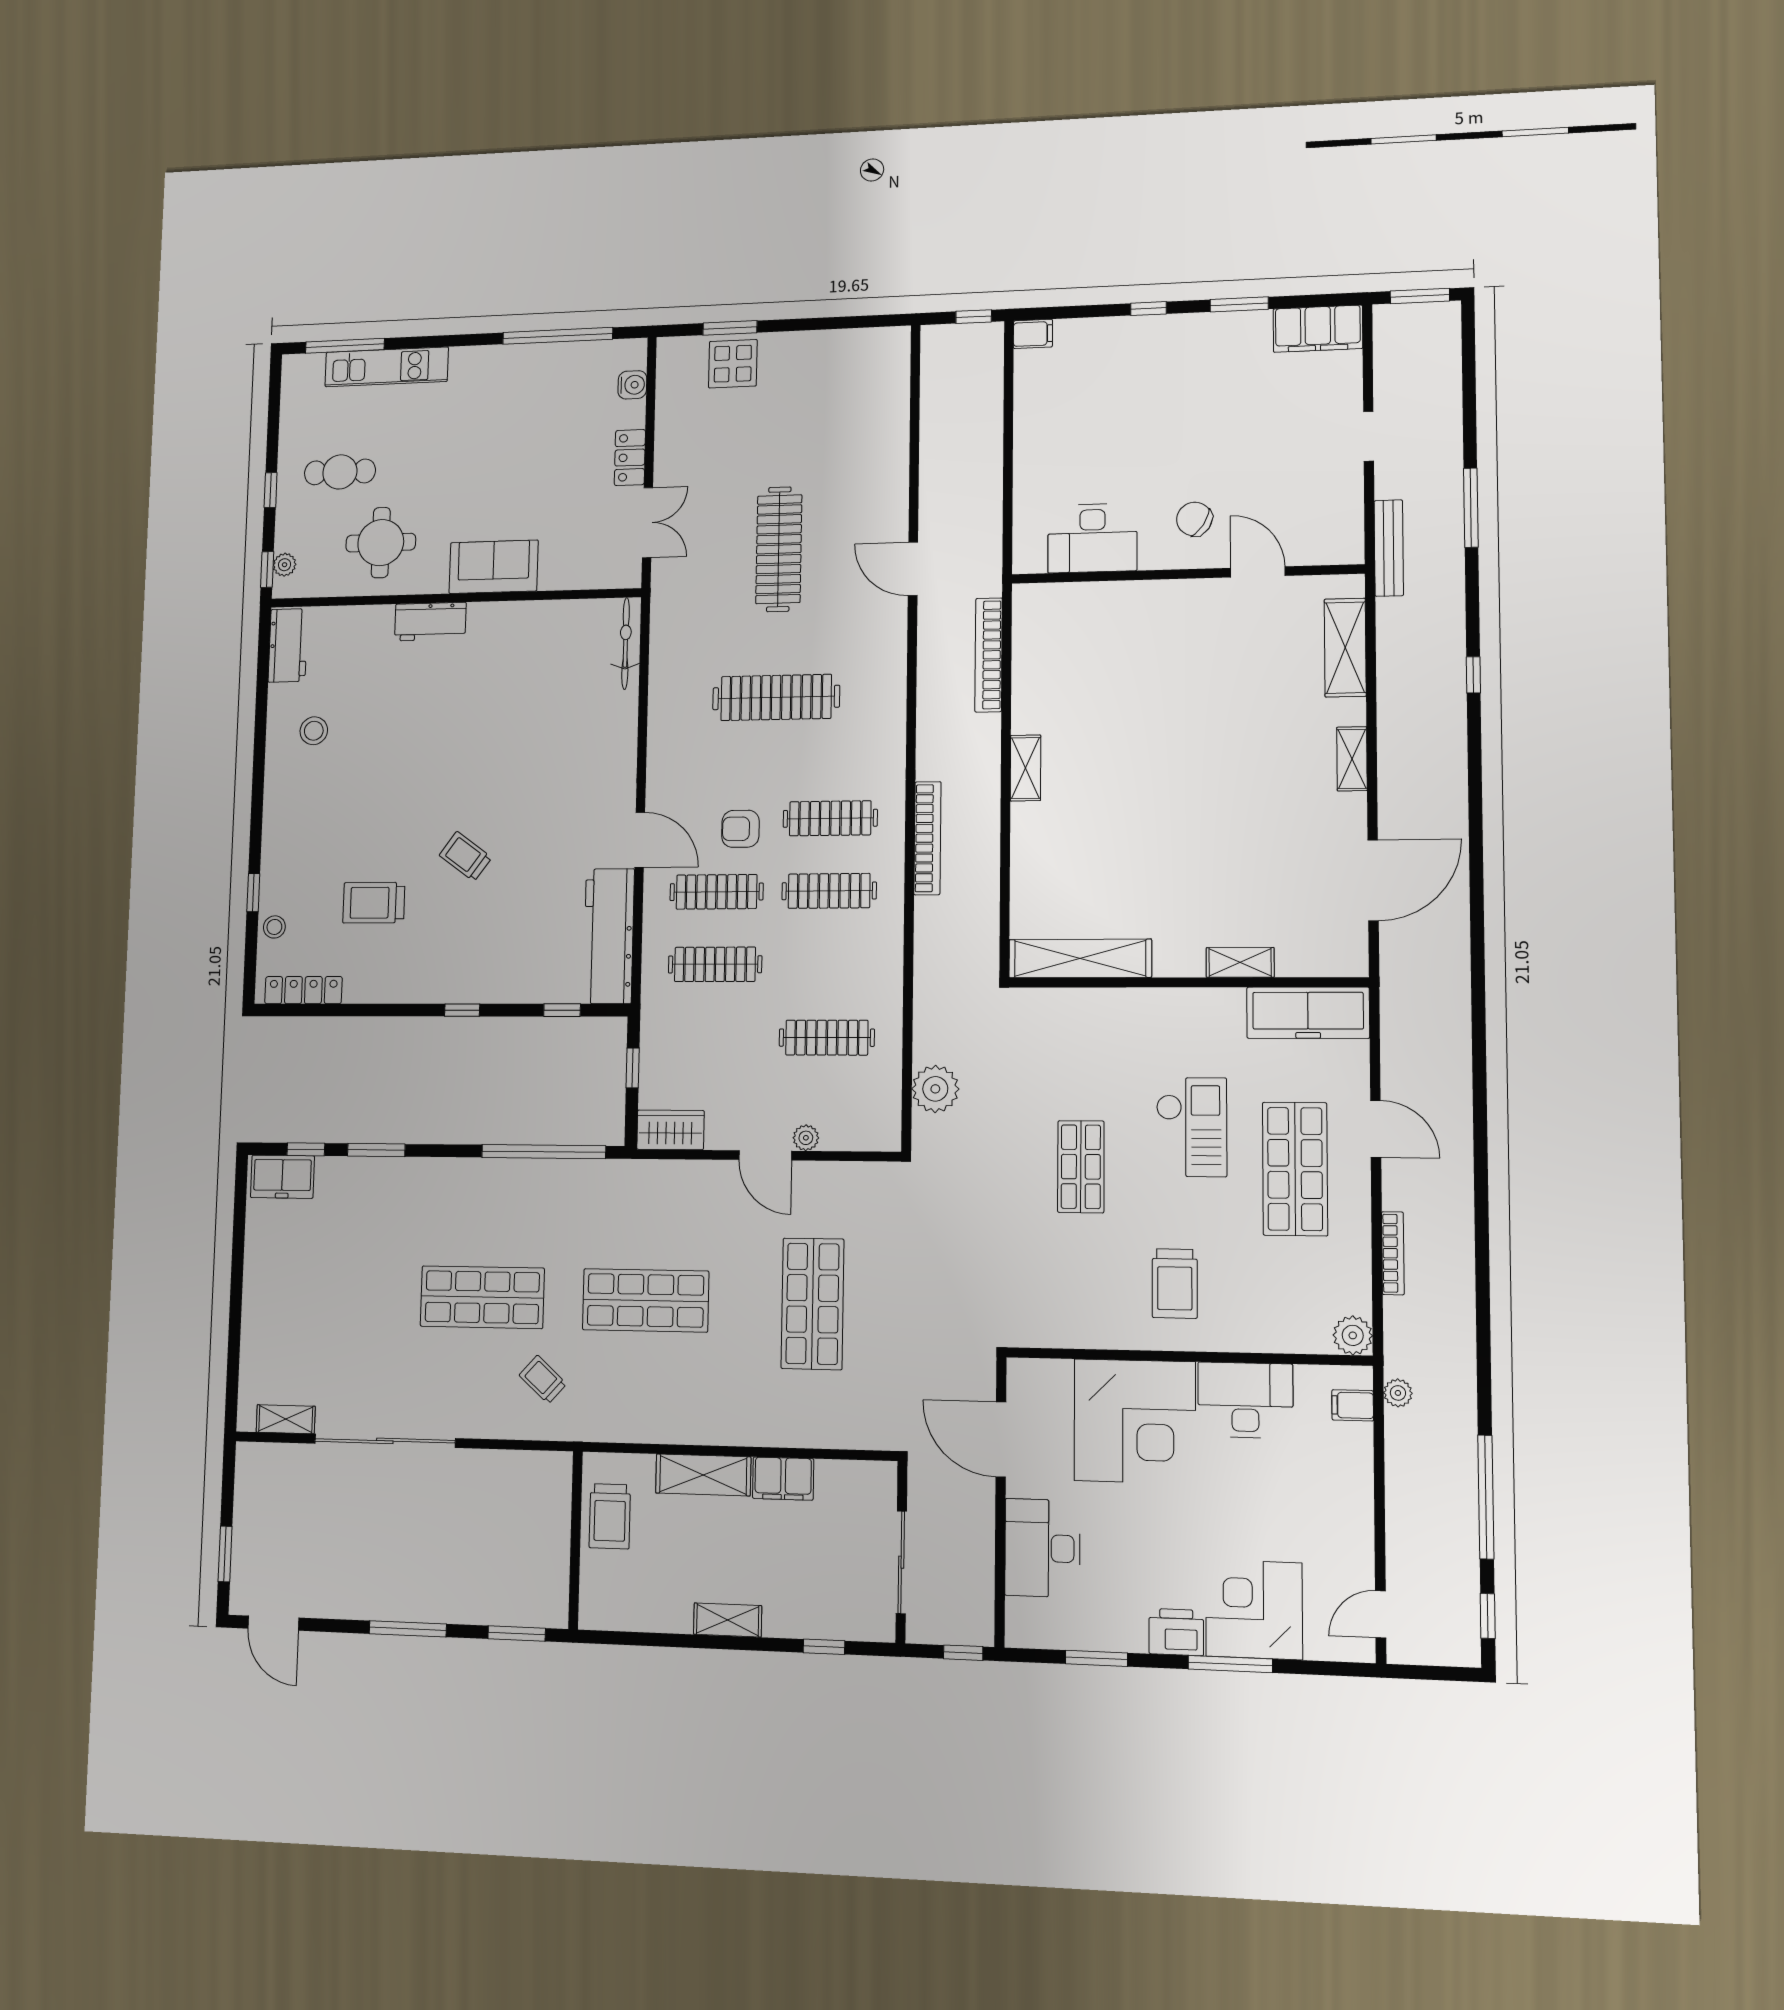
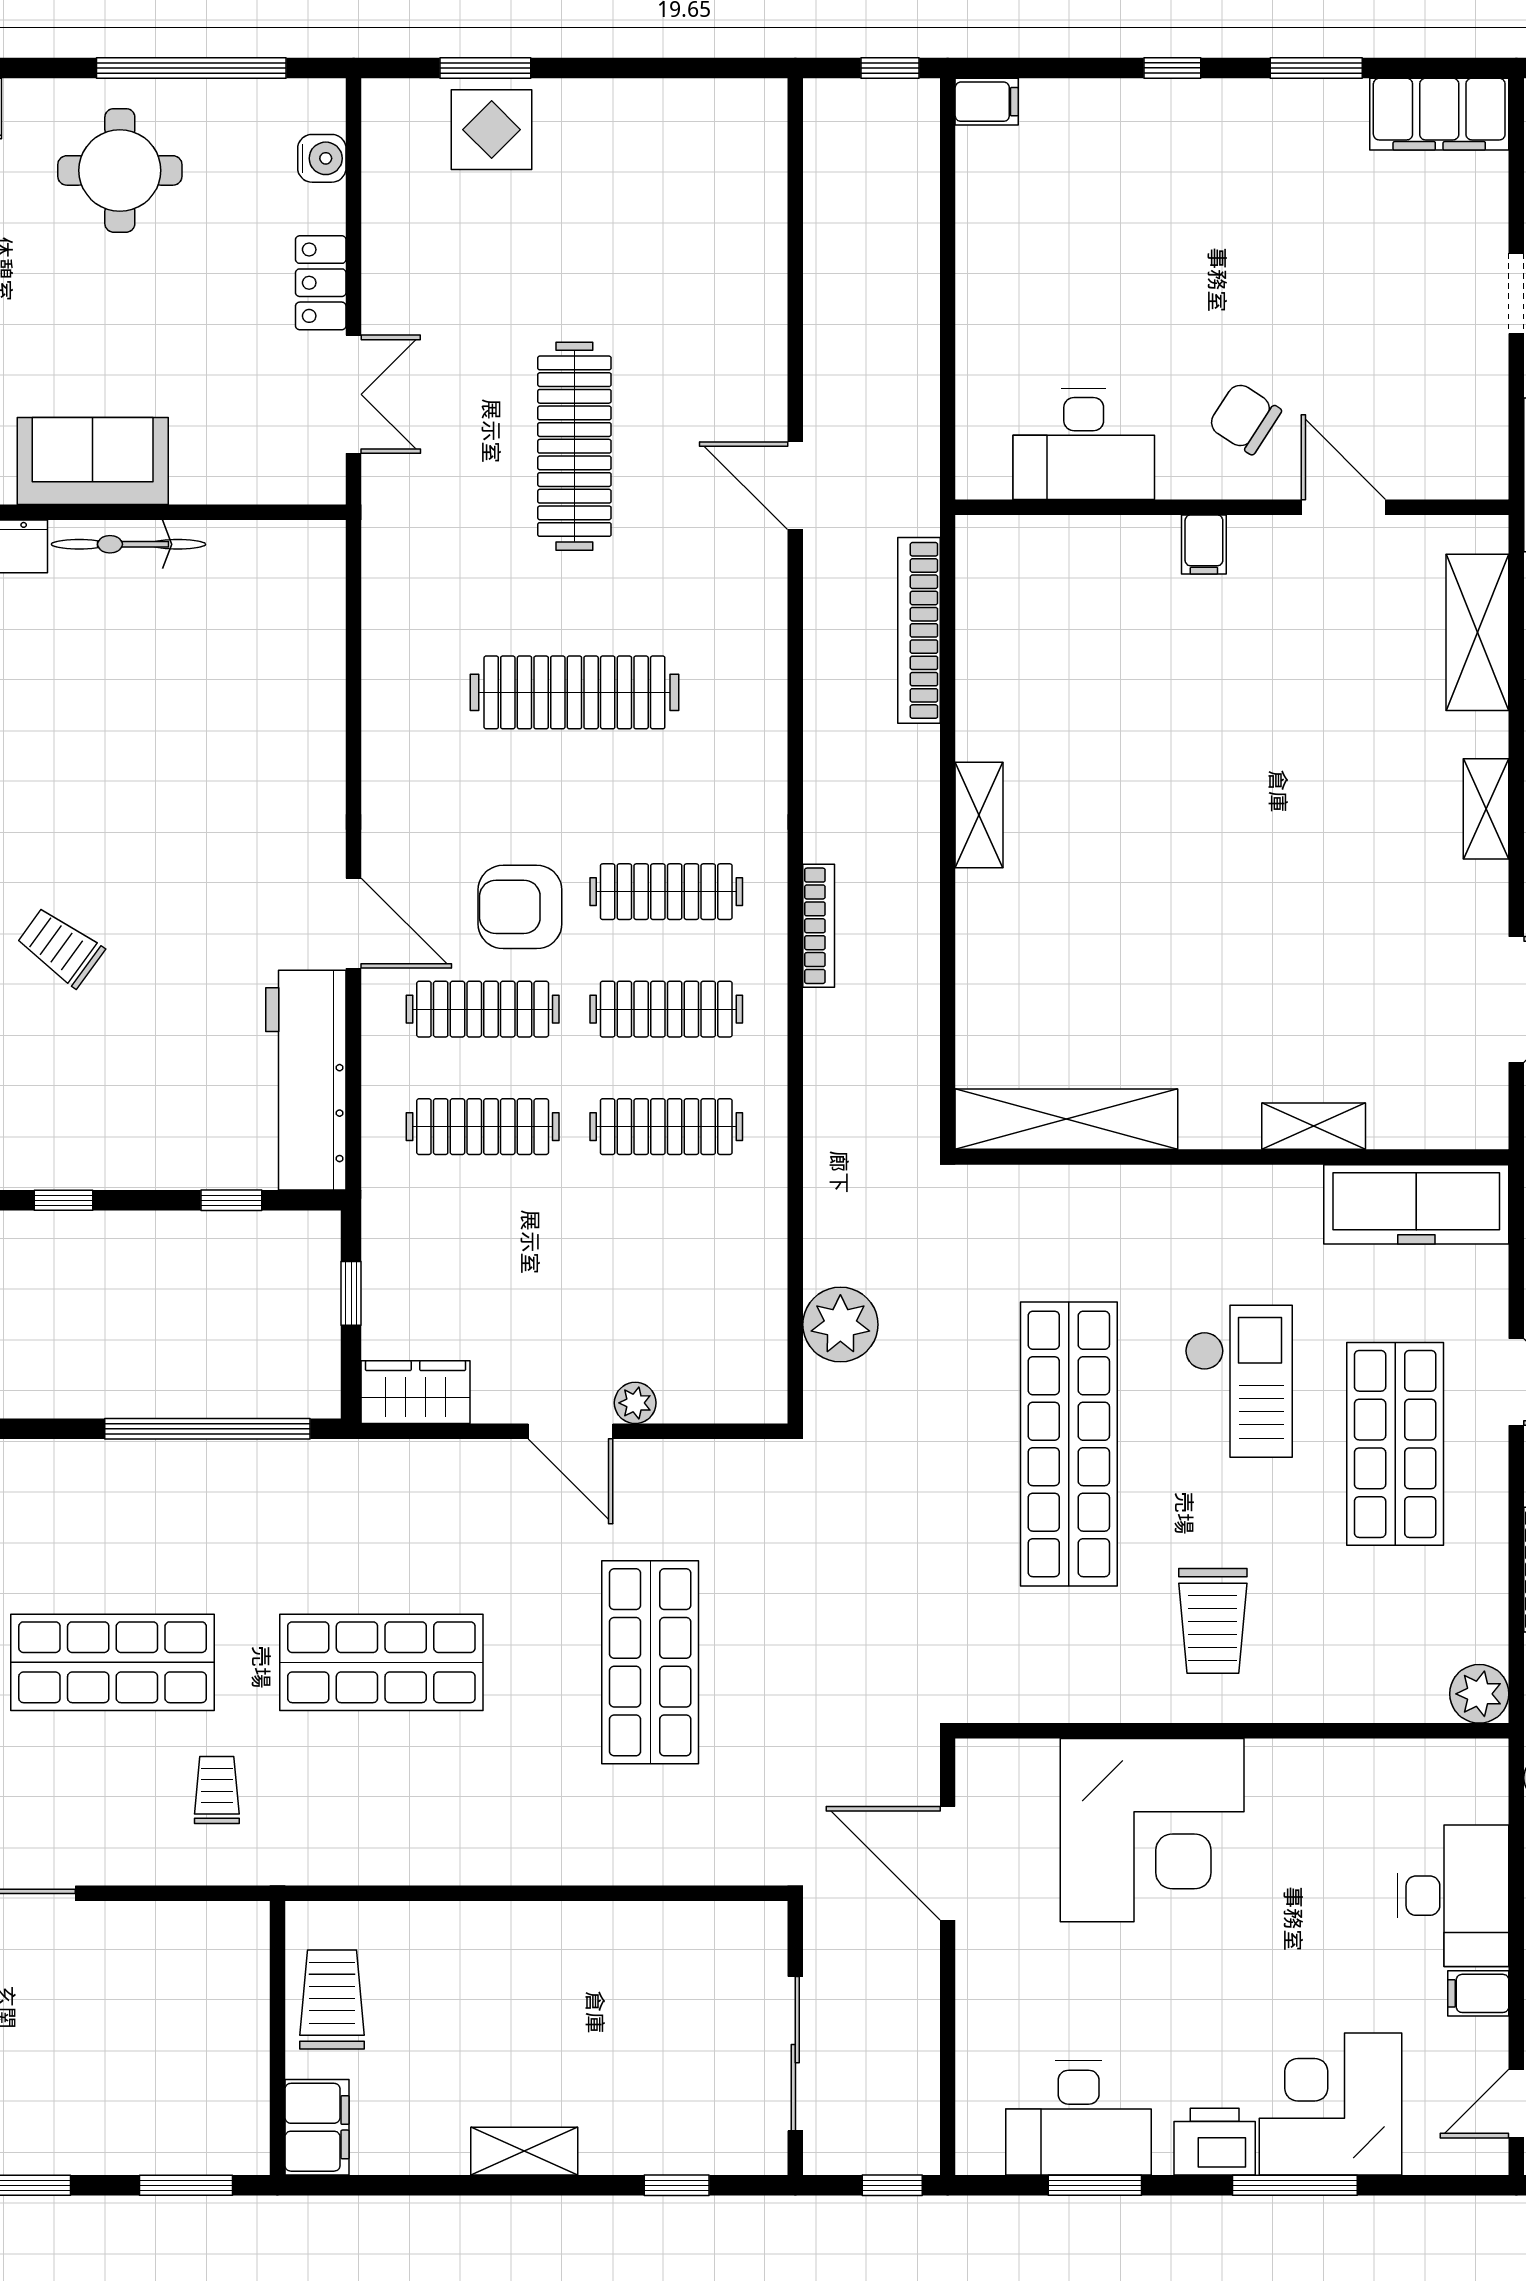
round table: (515, 397) -> (120, 170), added
filing cabinet: (1168, 597) -> (1204, 544), added
bicycle: (626, 643) -> (128, 544), moved, turned -90
armchair: (740, 829) -> (520, 907), width x1.38, depth x1.38
bookcase: (927, 838) -> (819, 926), width x0.68, depth x0.76
clothes rail: (827, 1038) -> (666, 1127), moved
shop shelf: (1081, 1167) -> (1069, 1444), width x2.00, depth x1.36
trolley: (543, 1380) -> (217, 1790), turned 48
desk: (1245, 1400) -> (1453, 1896), moved, turned 90
filing cabinet: (1353, 1405) -> (1478, 1993), moved
shelving: (703, 1475) -> (481, 1931), removed
filing cabinet: (783, 1479) -> (317, 2127), moved, turned -90
trolley: (610, 1516) -> (332, 2000), turned 180
desk: (1042, 1548) -> (1079, 2118), moved, turned -90

